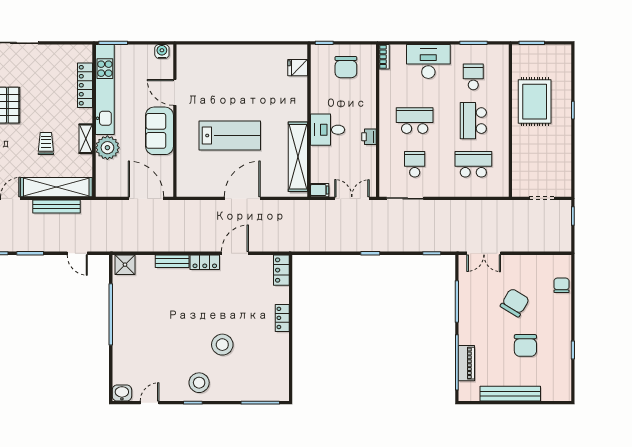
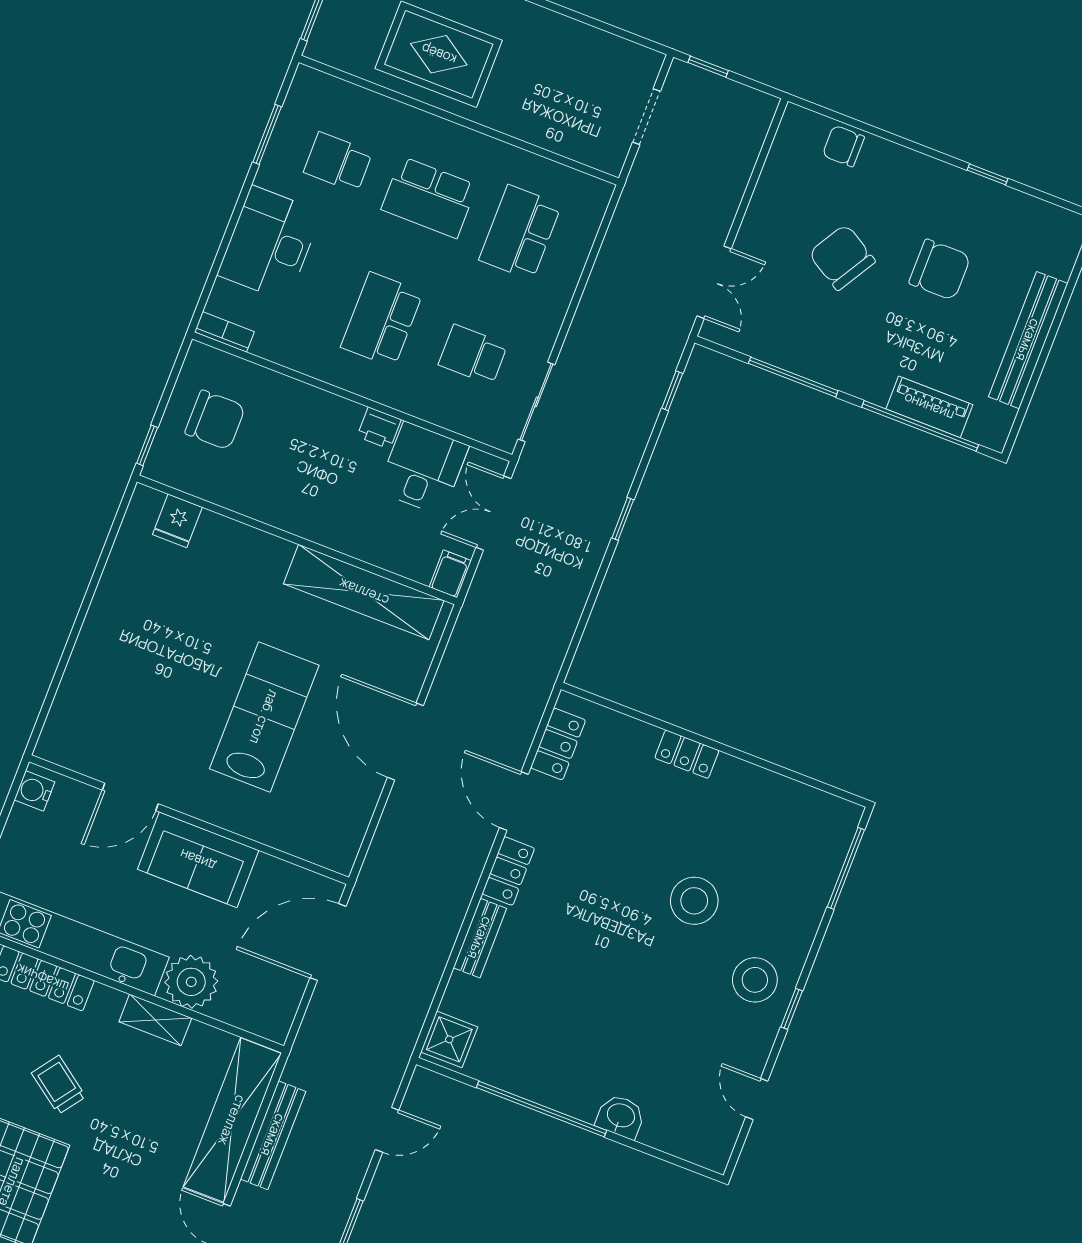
desk: (328, 130) -> (423, 468), moved, turned 180
trolley: (46, 143) -> (59, 1085), moved, turned 36
locker: (281, 270) -> (558, 744), moved, turned -90
washbasin: (122, 393) -> (621, 1116), moved, turned 90

